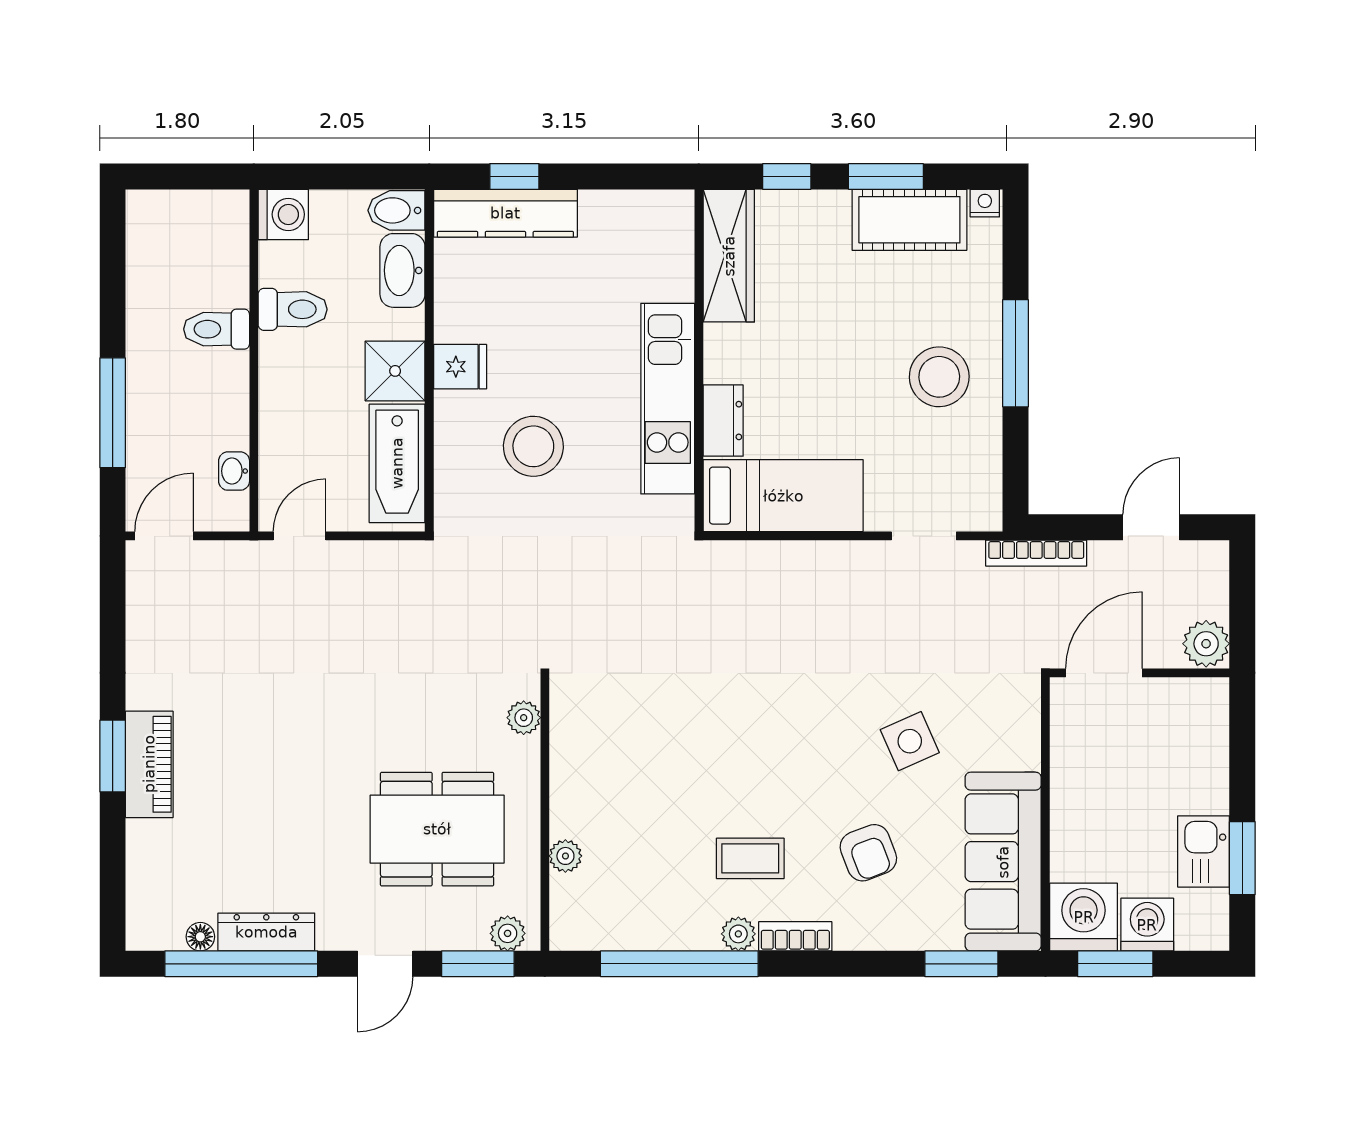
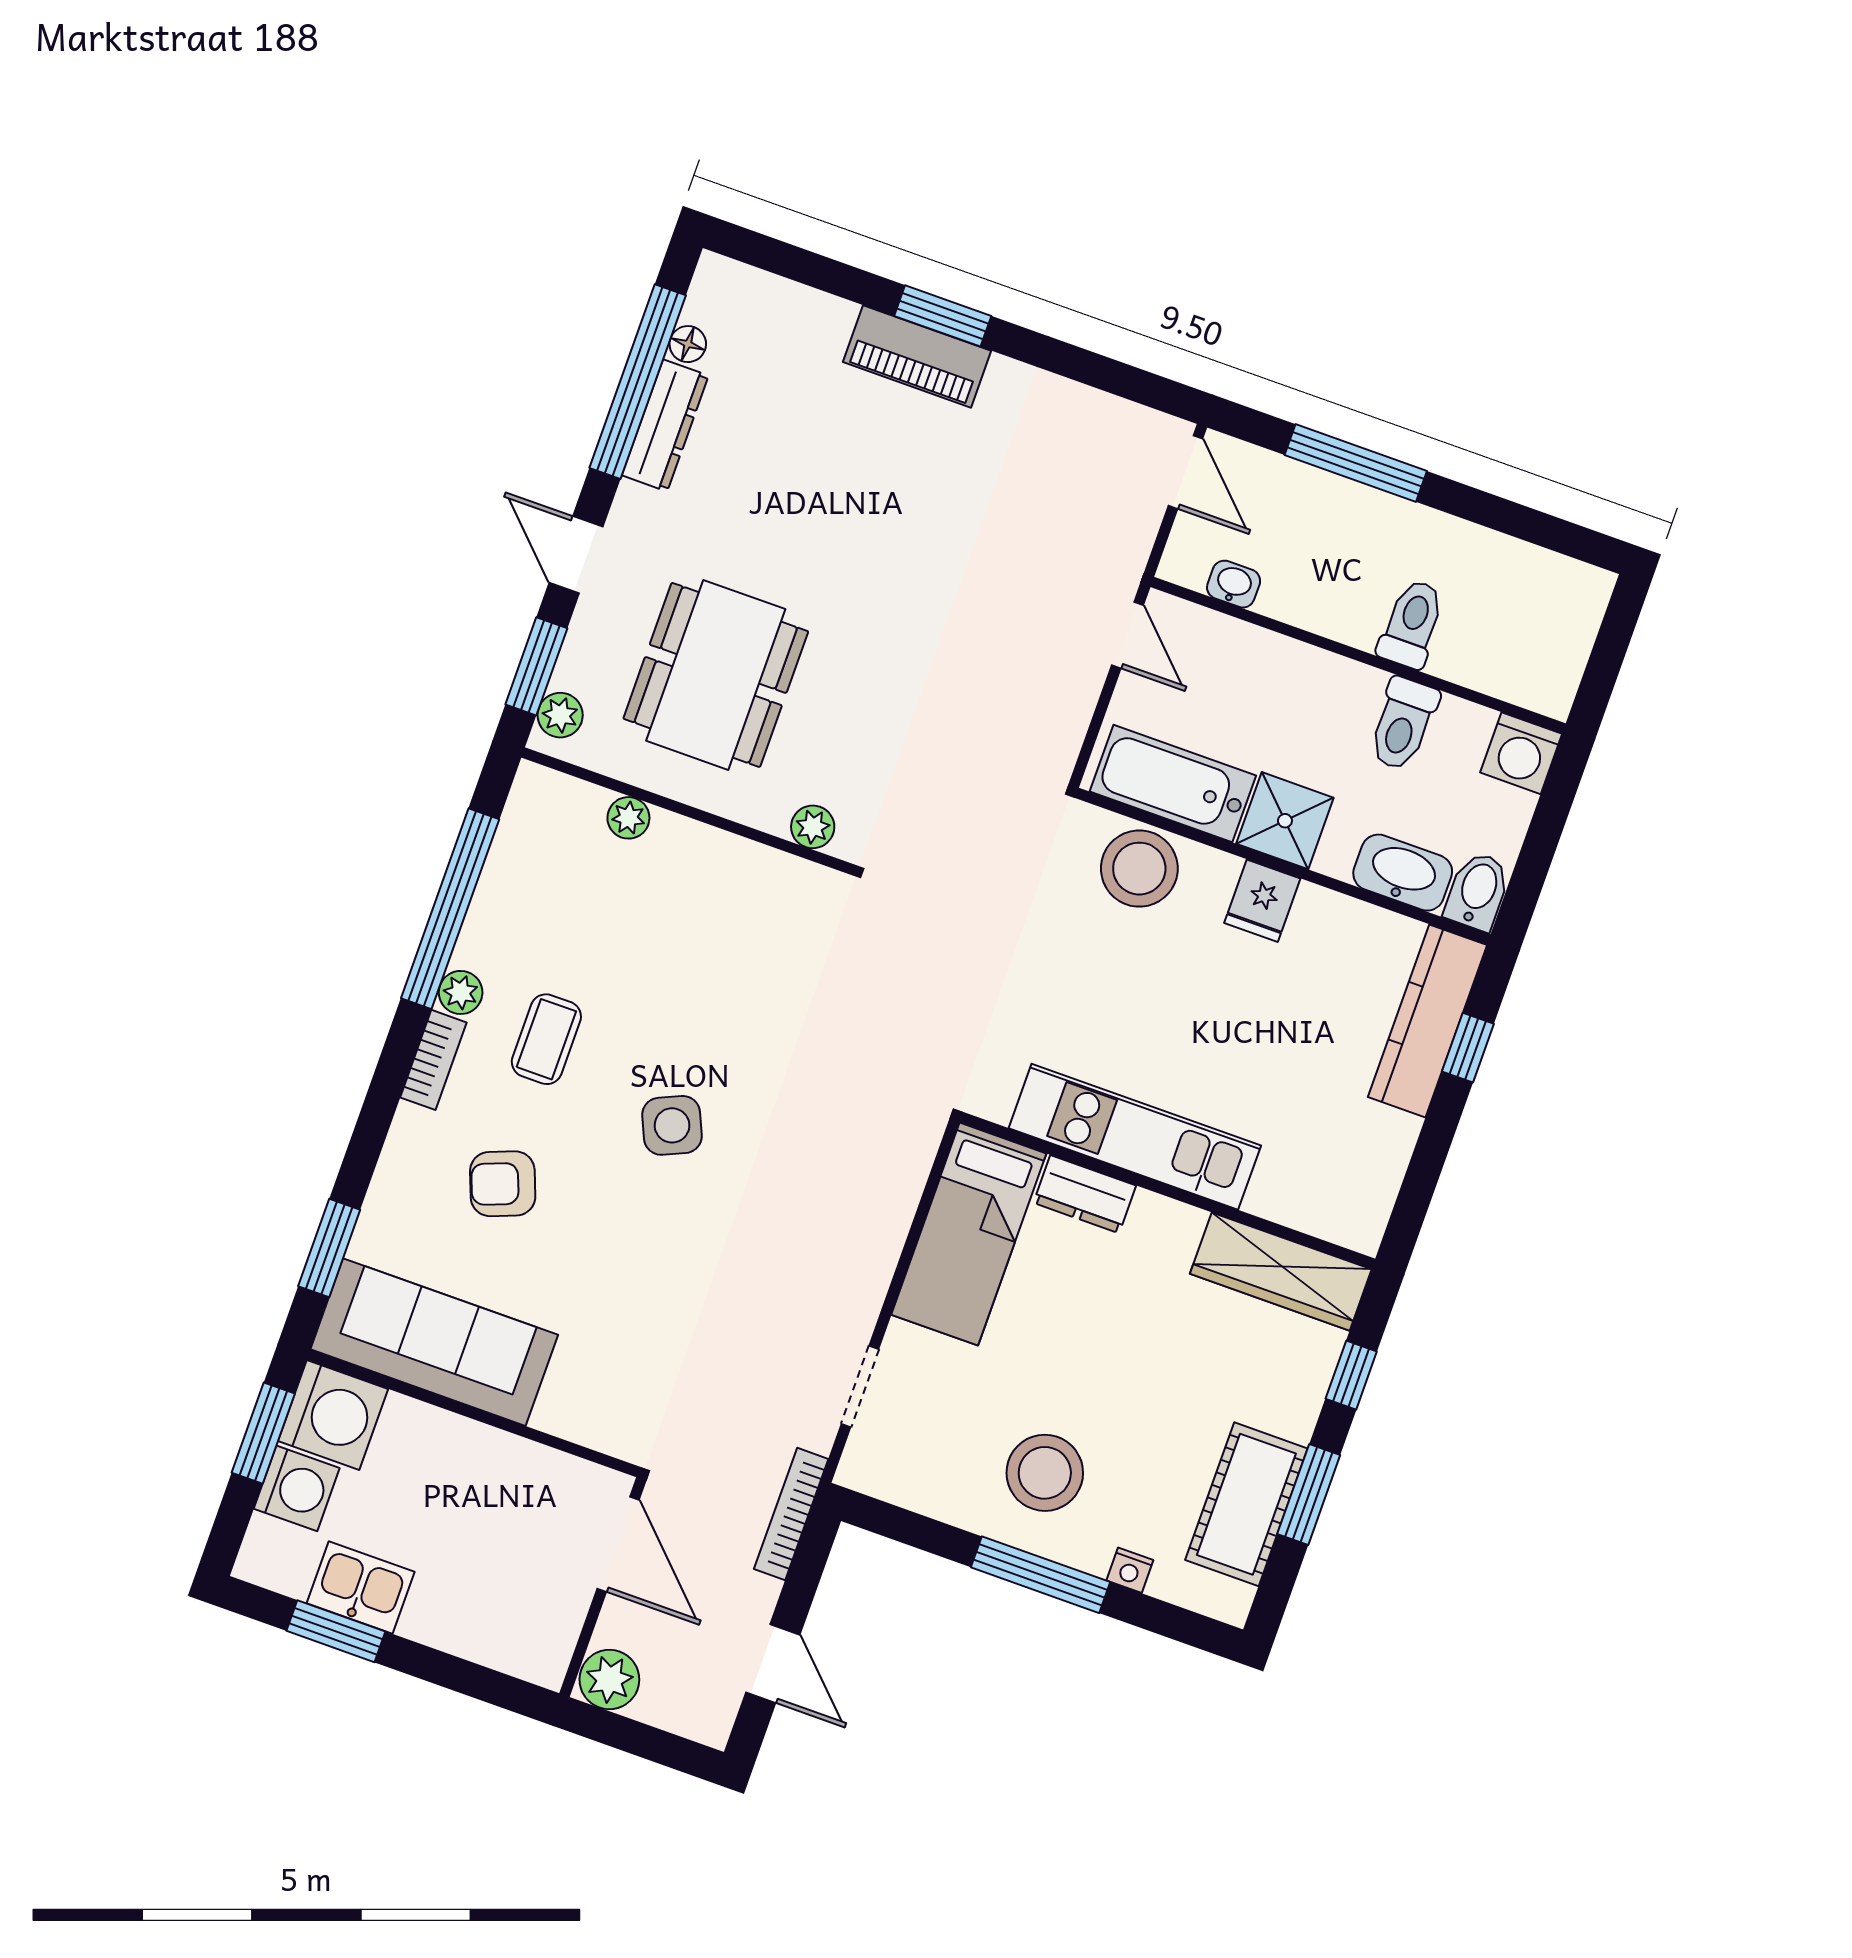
nightstand: (985, 203) -> (1130, 1570), moved, turned 90
stool: (533, 446) -> (1139, 869), moved
side table: (910, 741) -> (672, 1125), moved

